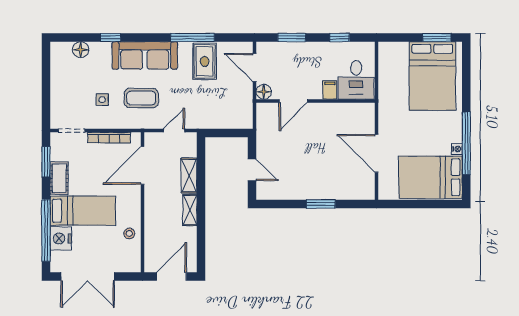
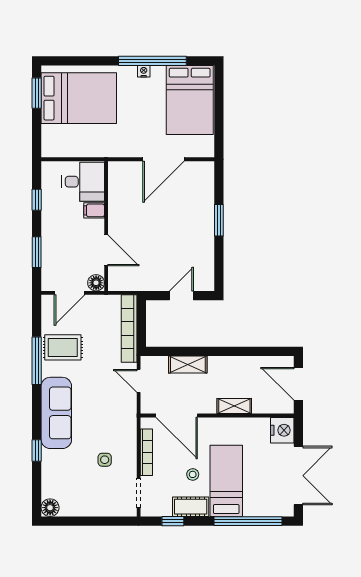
floor lamp: (81, 50) -> (50, 508), moved
coffee table: (141, 98) -> (103, 417), removed
bookcase: (222, 122) -> (129, 329), added
nightstand: (457, 149) -> (144, 71), moved
window: (46, 162) -> (173, 521), width x0.67
shelving: (190, 210) -> (234, 406), moved
stool: (129, 233) -> (193, 474), moved
nightstand: (61, 239) -> (282, 430), moved, turned -90

